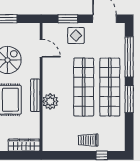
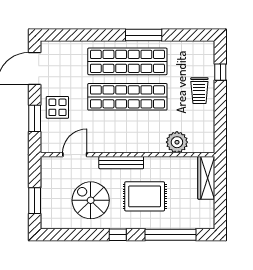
window: (129, 57) -> (86, 35), removed
bench: (35, 95) -> (121, 163), moved
plant: (50, 101) -> (177, 142), moved

